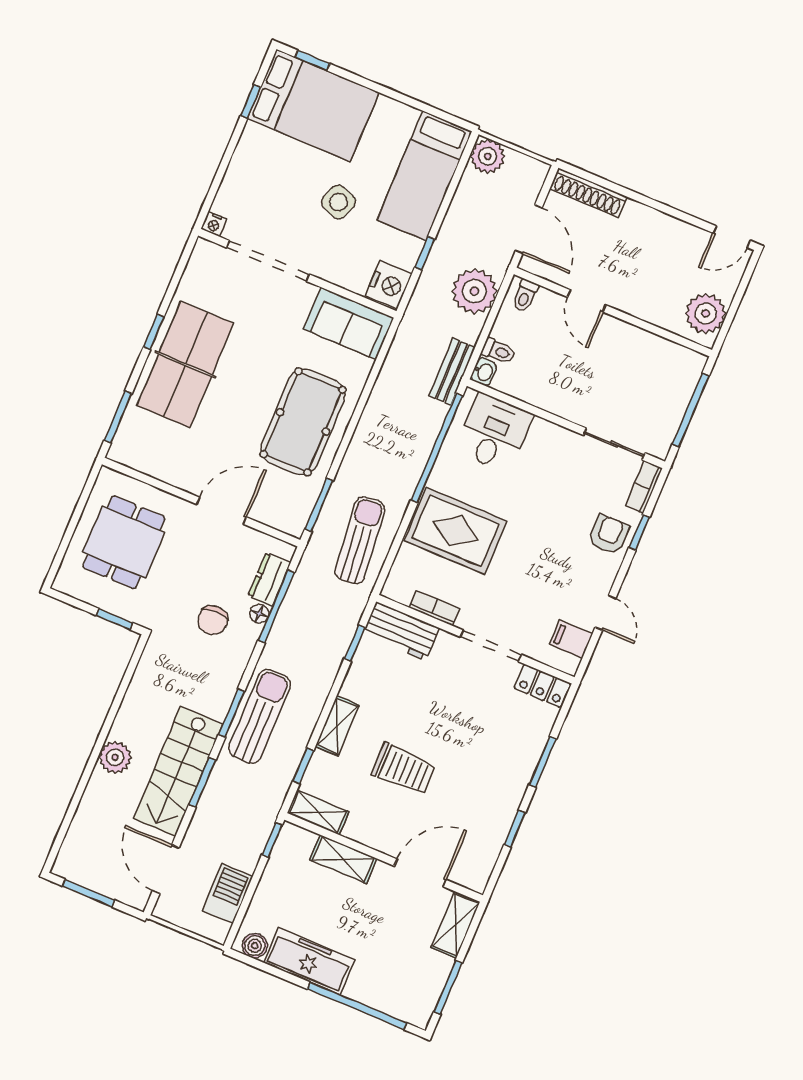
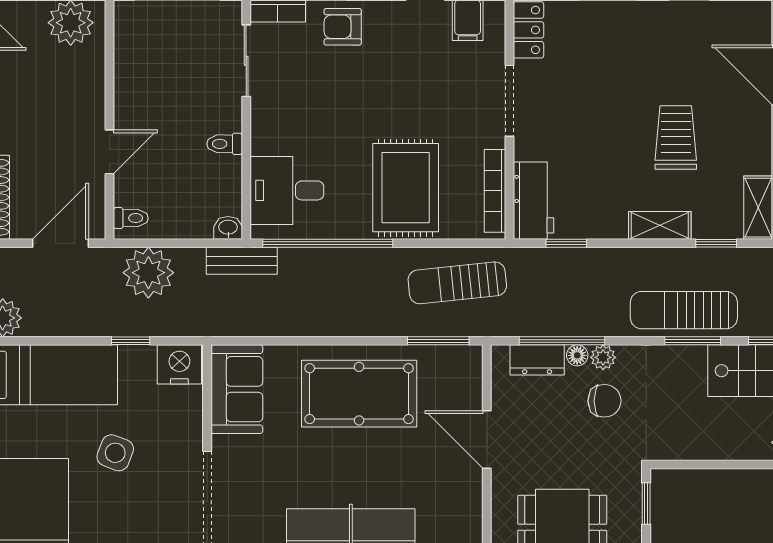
toilet: (498, 351) -> (225, 144), moved, turned -90
bookcase: (434, 608) -> (495, 191), width x1.56
plant: (249, 634) -> (603, 357), added

